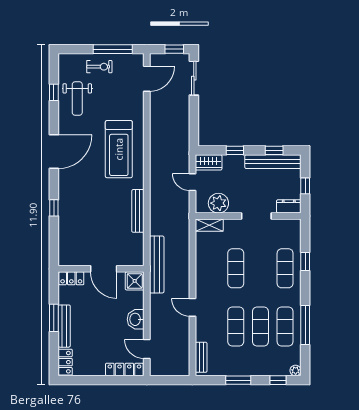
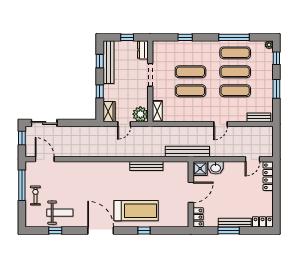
treadmill: (119, 149) -> (136, 211), moved
plant: (218, 203) -> (140, 114), moved
exercise mat: (285, 268) -> (190, 72), moved
washbasin: (136, 319) -> (216, 168), moved

